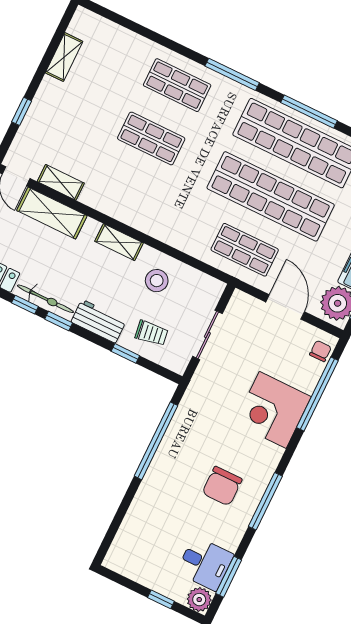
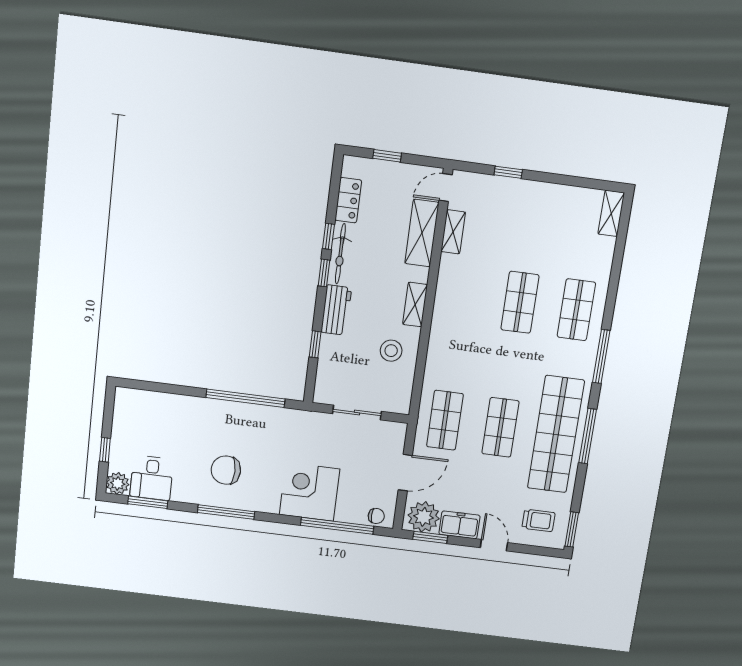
shelving: (64, 57) -> (611, 213), moved, turned 90
shop shelf: (271, 196) -> (500, 427), width x0.50, depth x0.74
trolley: (151, 333) -> (342, 362), removed

